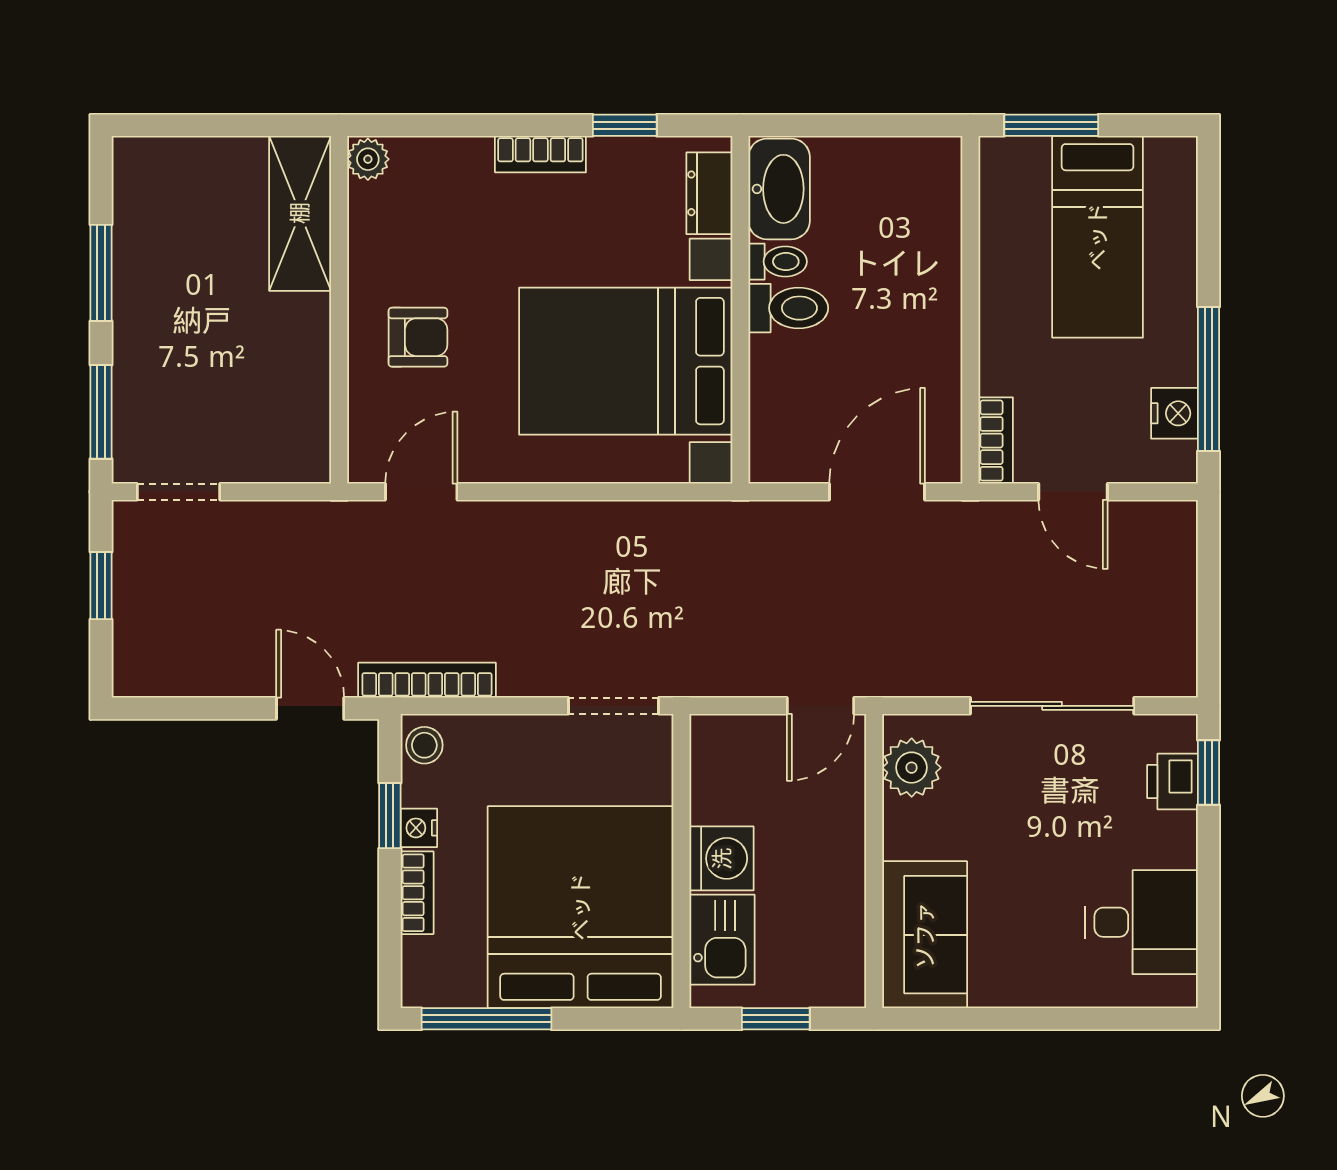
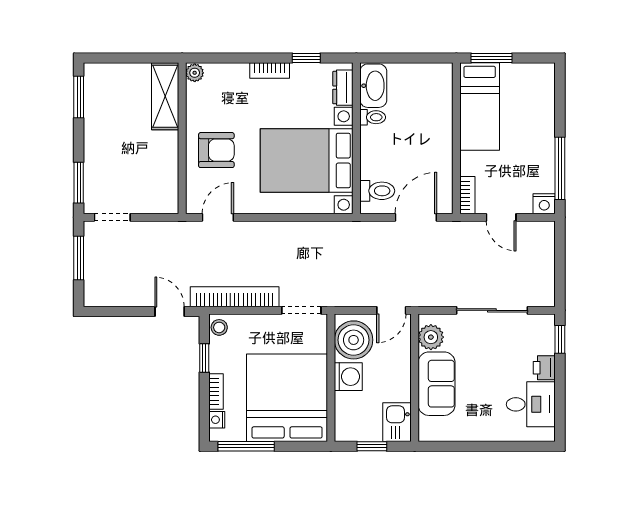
bed: (1098, 237) -> (480, 106), moved
window: (101, 273) -> (79, 97), moved
toilet: (788, 308) -> (377, 191), moved
armchair: (418, 337) -> (216, 150), width x1.38, depth x1.38
nightstand: (1174, 413) -> (544, 204), moved, turned 90
window: (101, 586) -> (79, 258), width x1.50
bookcase: (427, 680) -> (235, 297), width x1.48, depth x1.31
boiler: (734, 774) -> (354, 340), added
printer: (1172, 781) -> (544, 368), moved
nightstand: (419, 828) -> (217, 420), moved
sofa: (925, 935) -> (437, 384), moved
kitchen sink: (722, 940) -> (397, 422), moved, turned 180

